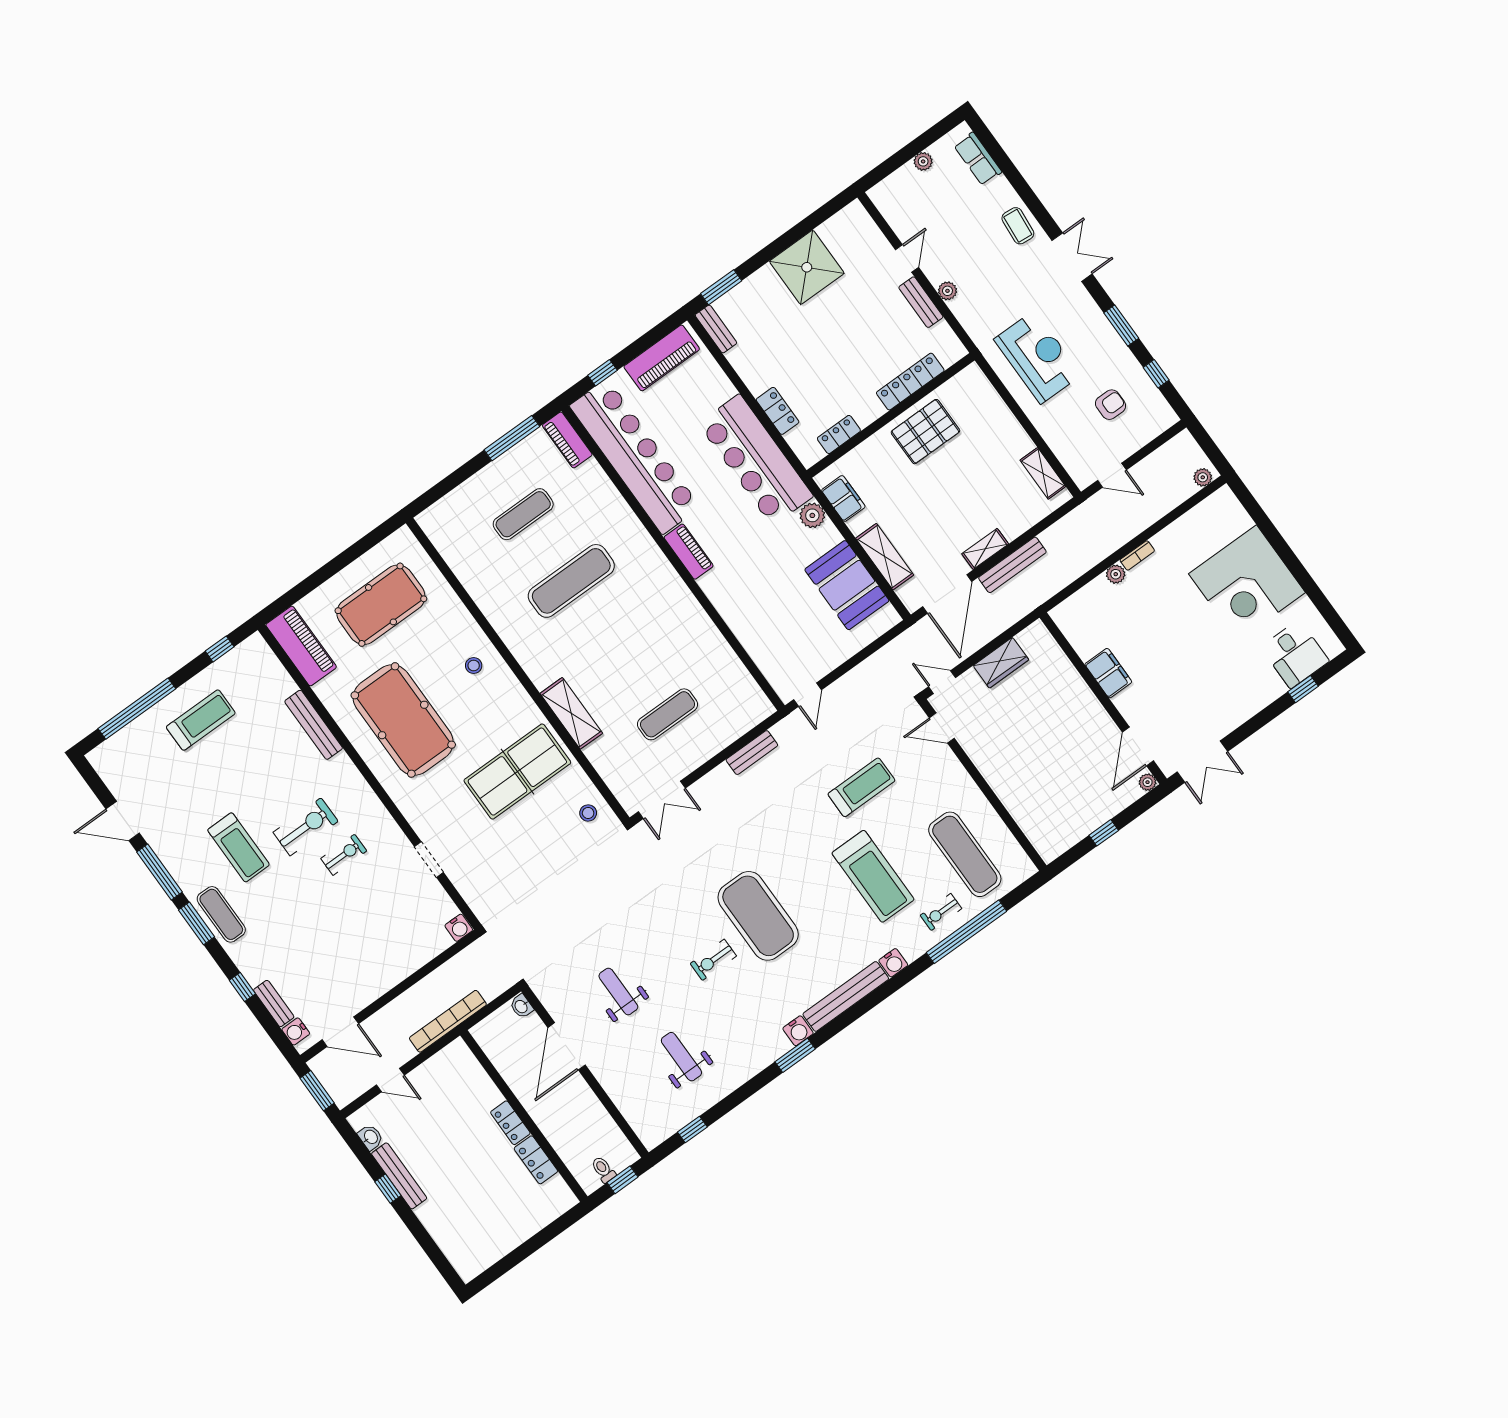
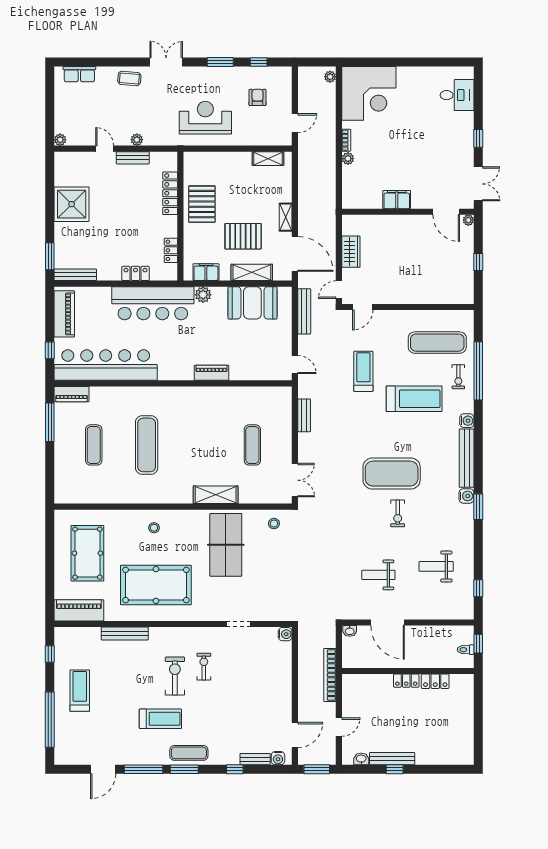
plant: (923, 161) -> (60, 140), moved
bench: (716, 329) -> (75, 275), width x1.36
pallet: (922, 513) -> (243, 236), added
piano: (689, 552) -> (211, 373), moved
bench: (1012, 565) -> (304, 311), moved
corner desk: (1247, 583) -> (369, 93), moved
window: (1303, 689) -> (478, 138), moved

